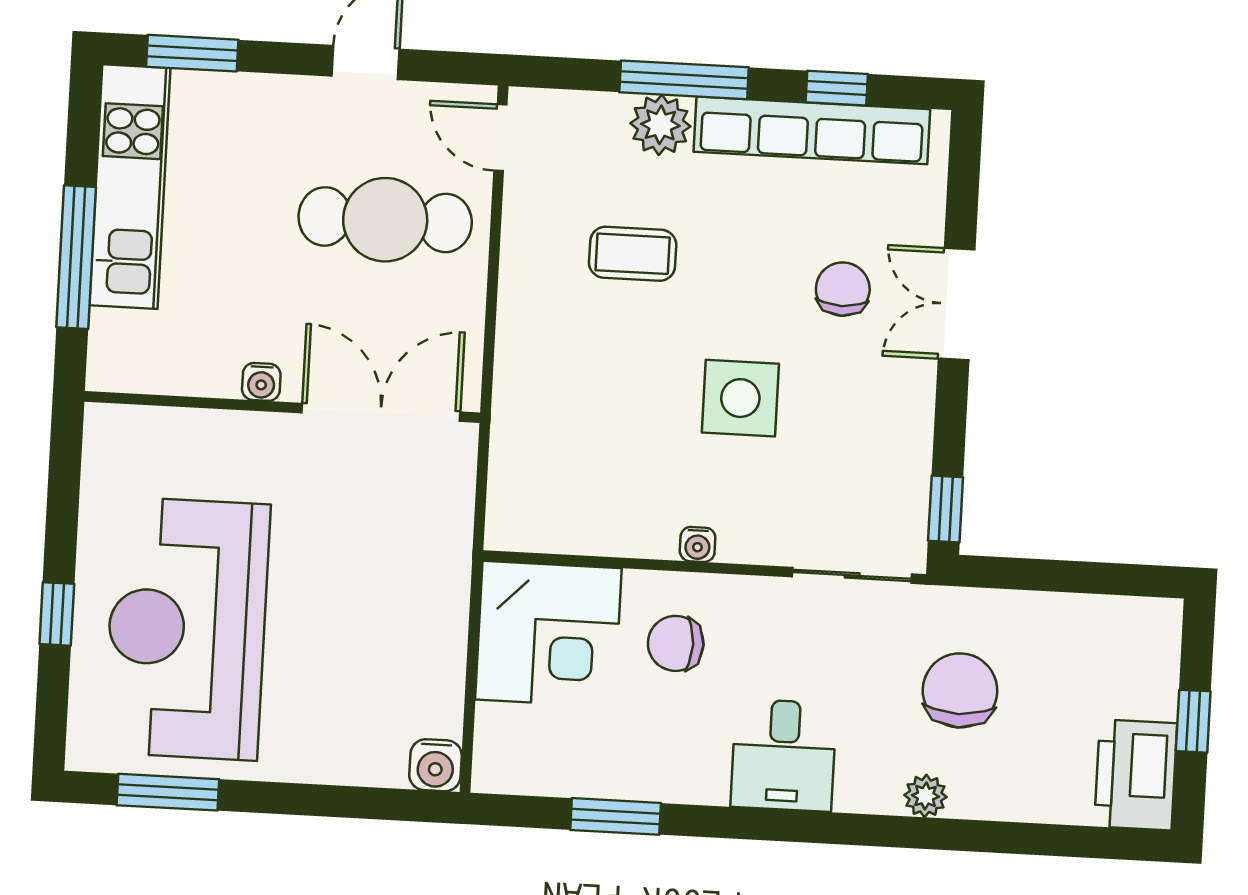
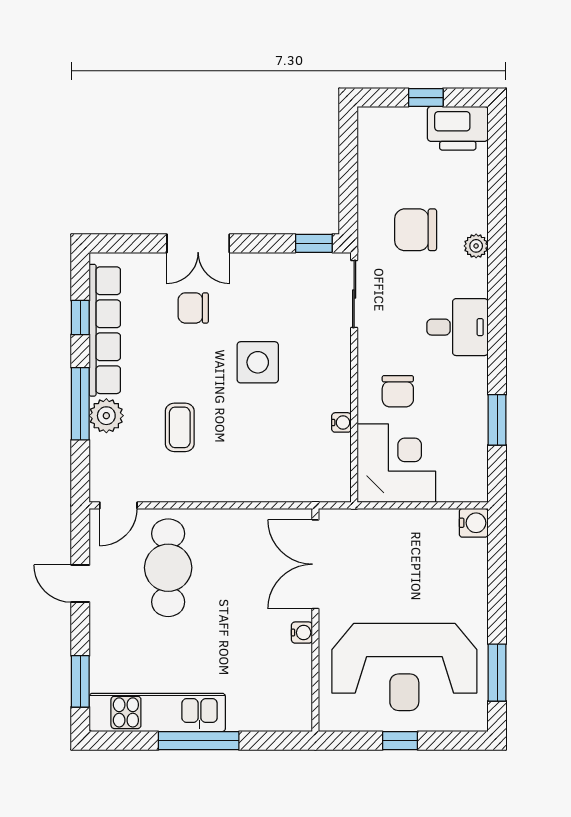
water cooler: (261, 382) -> (302, 633), moved
wall: (282, 407) -> (315, 620), moved
double door: (381, 412) -> (315, 564), moved
water cooler: (698, 544) -> (341, 422), moved

